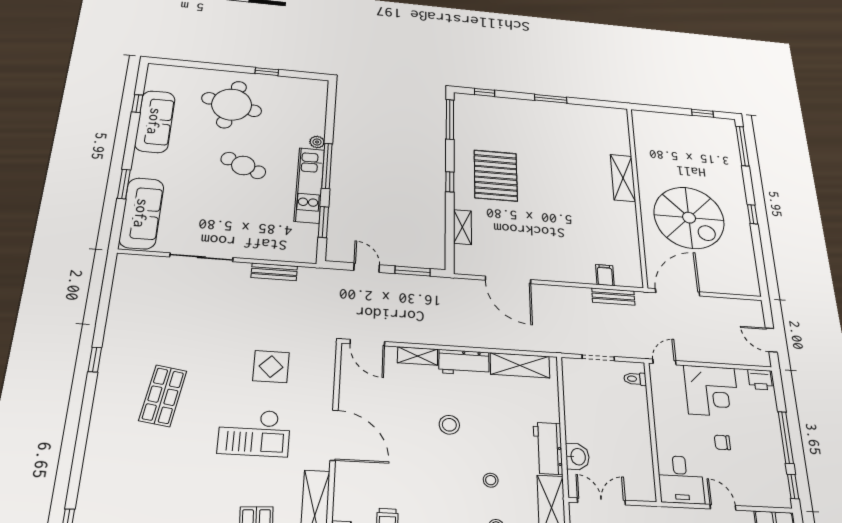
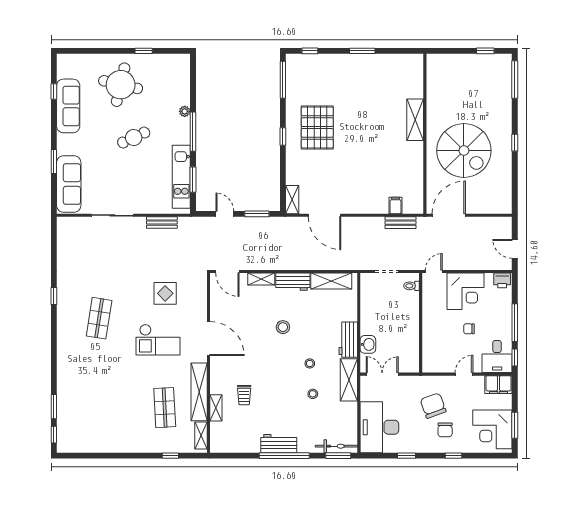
cafe table: (243, 165) -> (134, 138), turned -49
kitchen unit: (309, 185) -> (181, 177), moved
shelving: (462, 227) -> (292, 200), moved
desk: (681, 480) -> (497, 357), moved
door: (723, 507) -> (464, 374), hinge flipped

